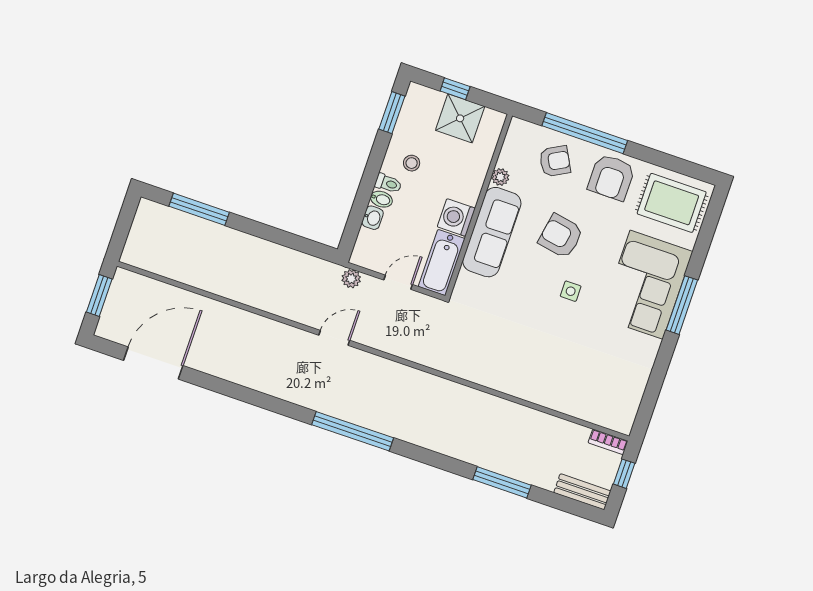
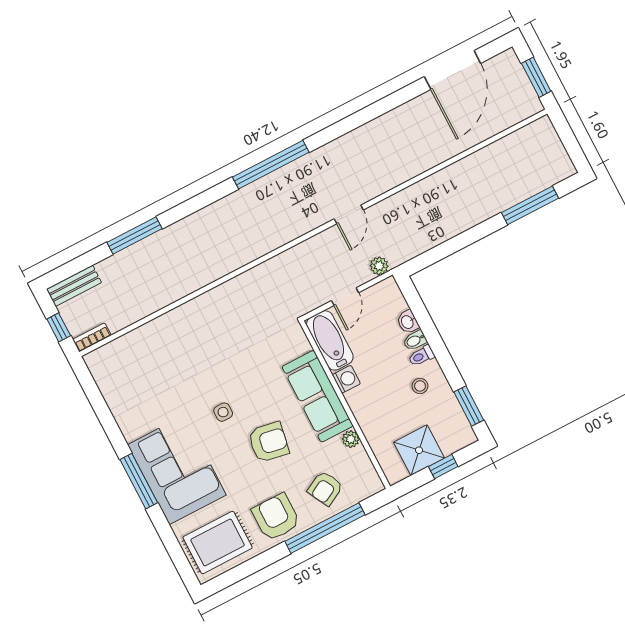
washing machine: (456, 218) -> (346, 379), width x0.73, depth x0.73

